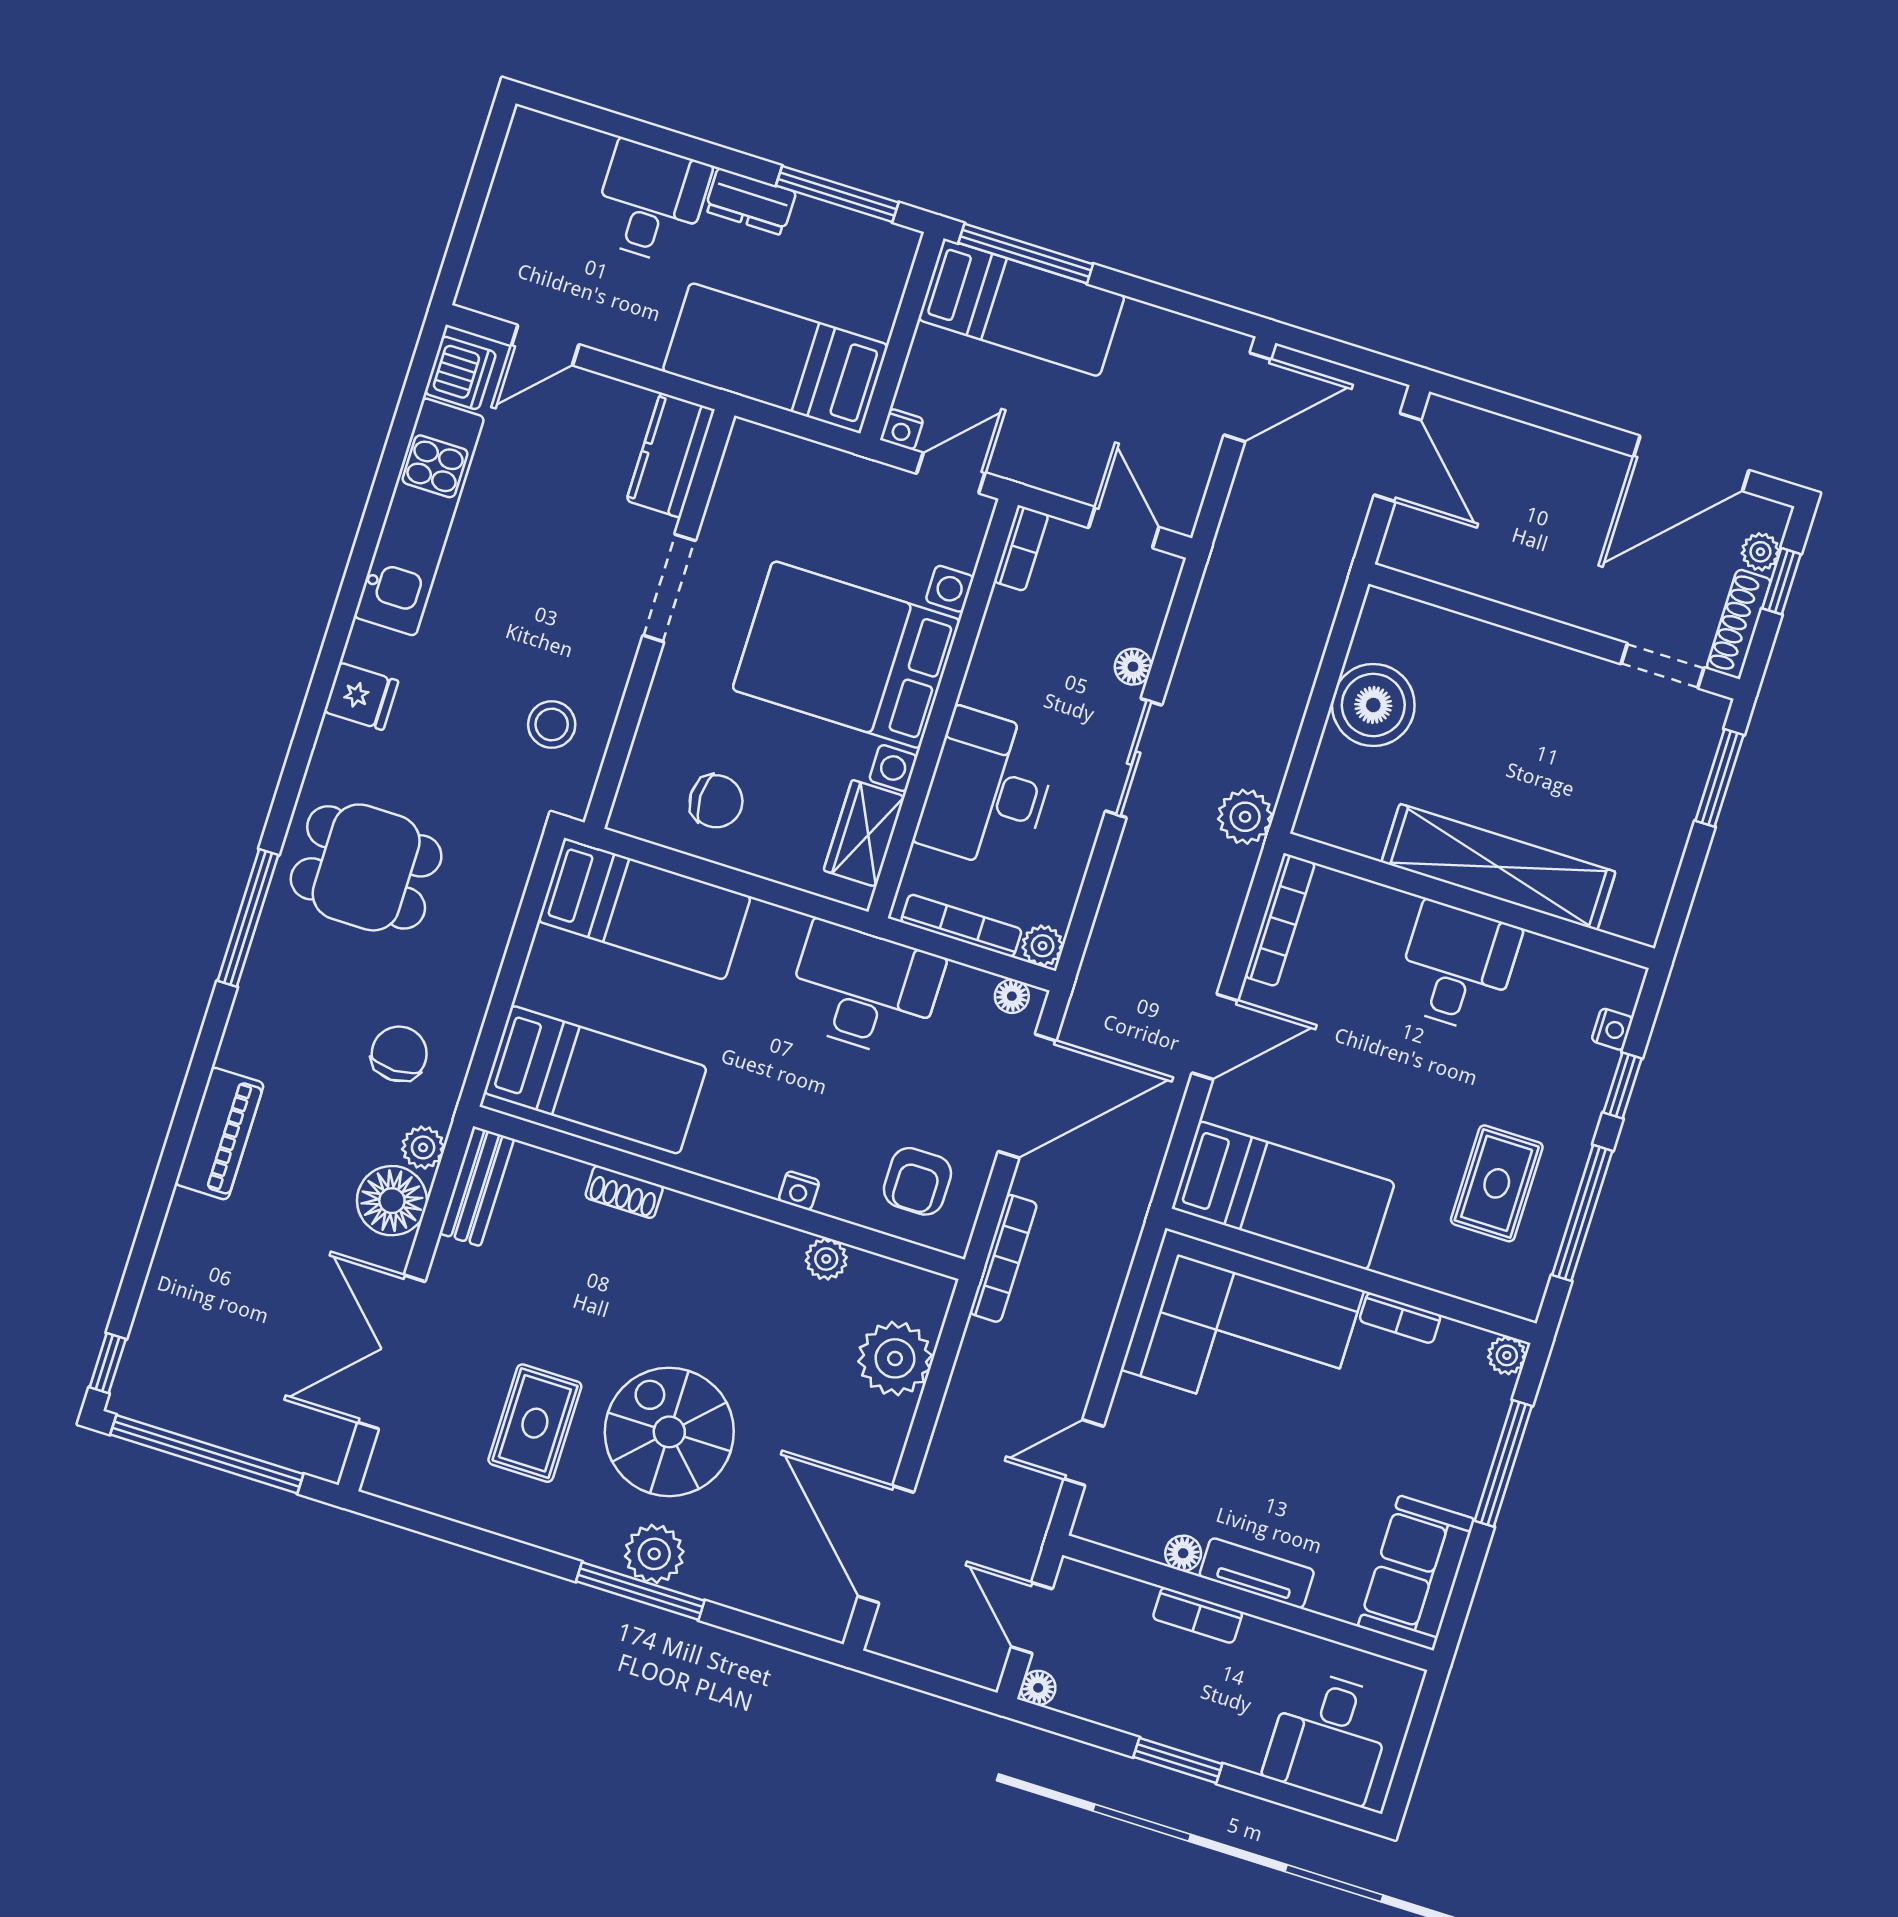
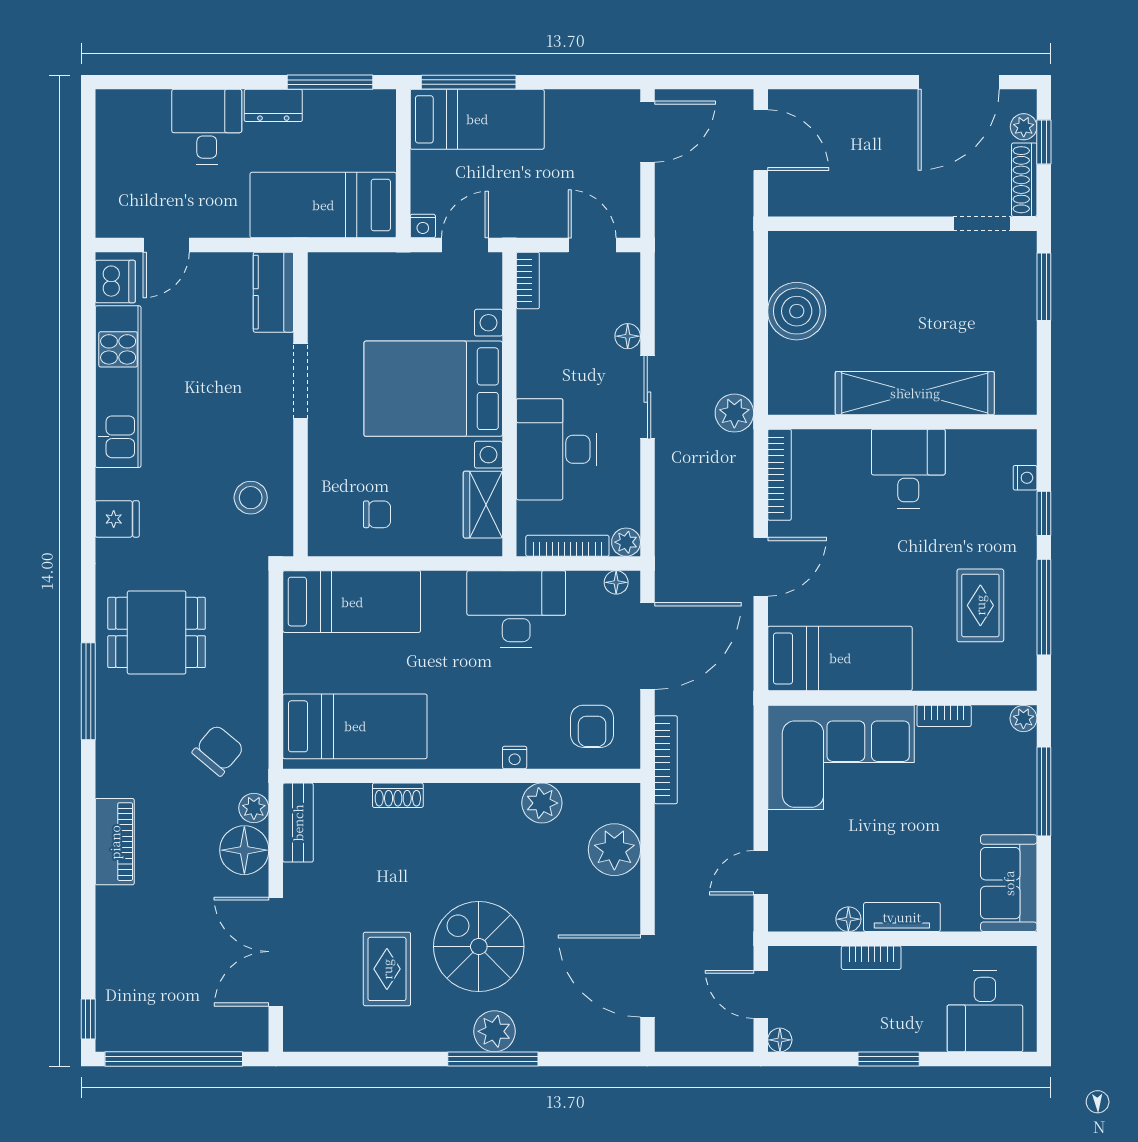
chair: (716, 801) -> (377, 514), width x0.73, depth x0.73
chair: (399, 1054) -> (218, 750), turned 40
plant: (826, 1259) -> (542, 803), width x1.38, depth x1.38

